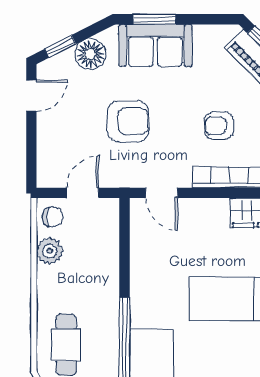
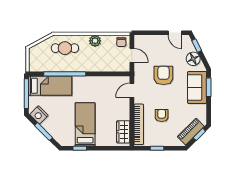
armchair: (128, 121) -> (163, 75), turned 180
plant: (50, 251) -> (95, 41), moved

